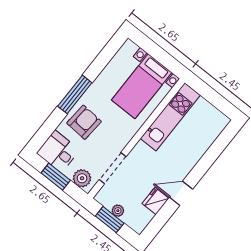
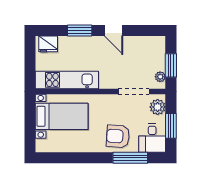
window: (75, 94) -> (130, 158), moved
window: (205, 163) -> (80, 31), added
fridge: (156, 201) -> (48, 44), moved
plant: (118, 211) -> (160, 77), moved

